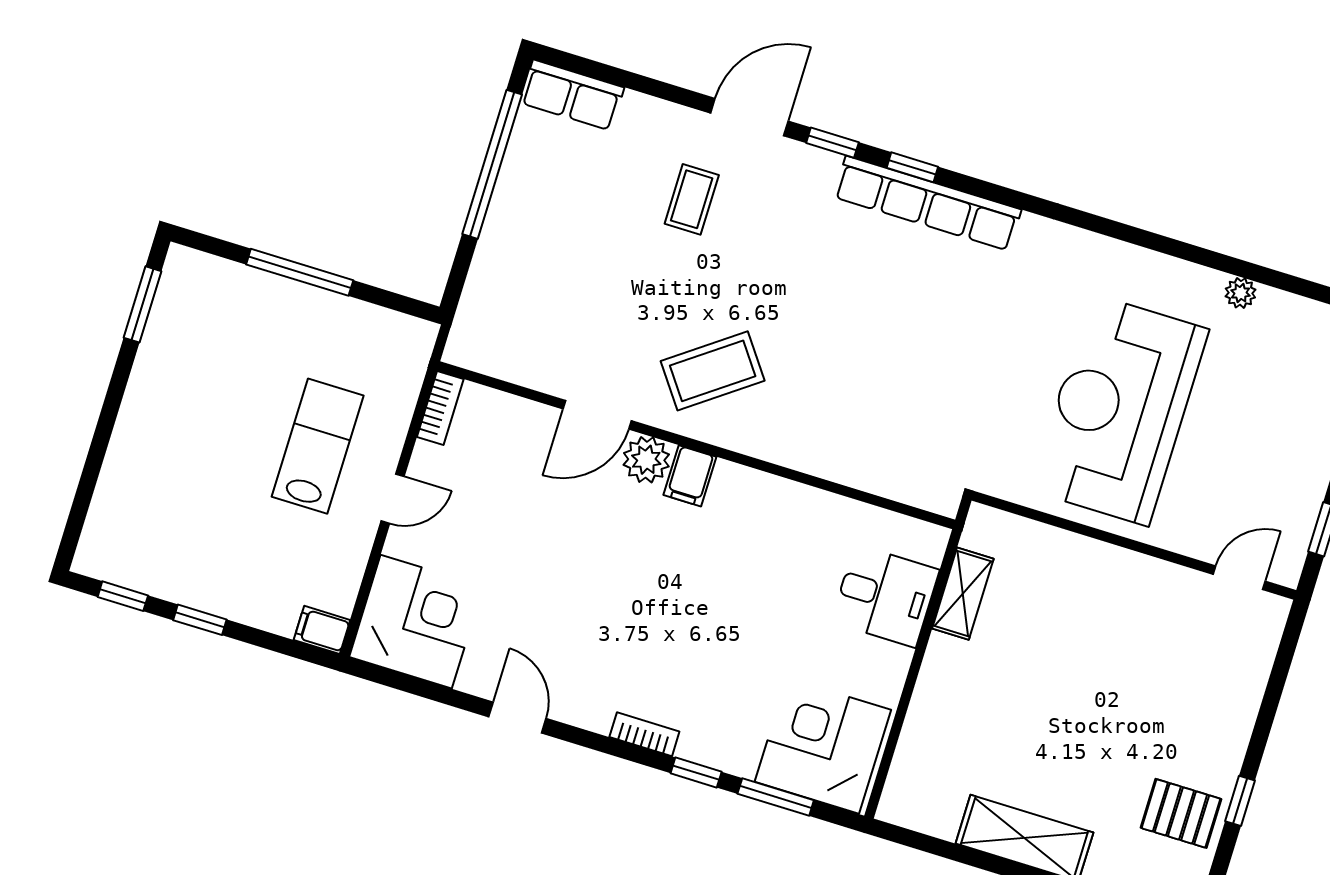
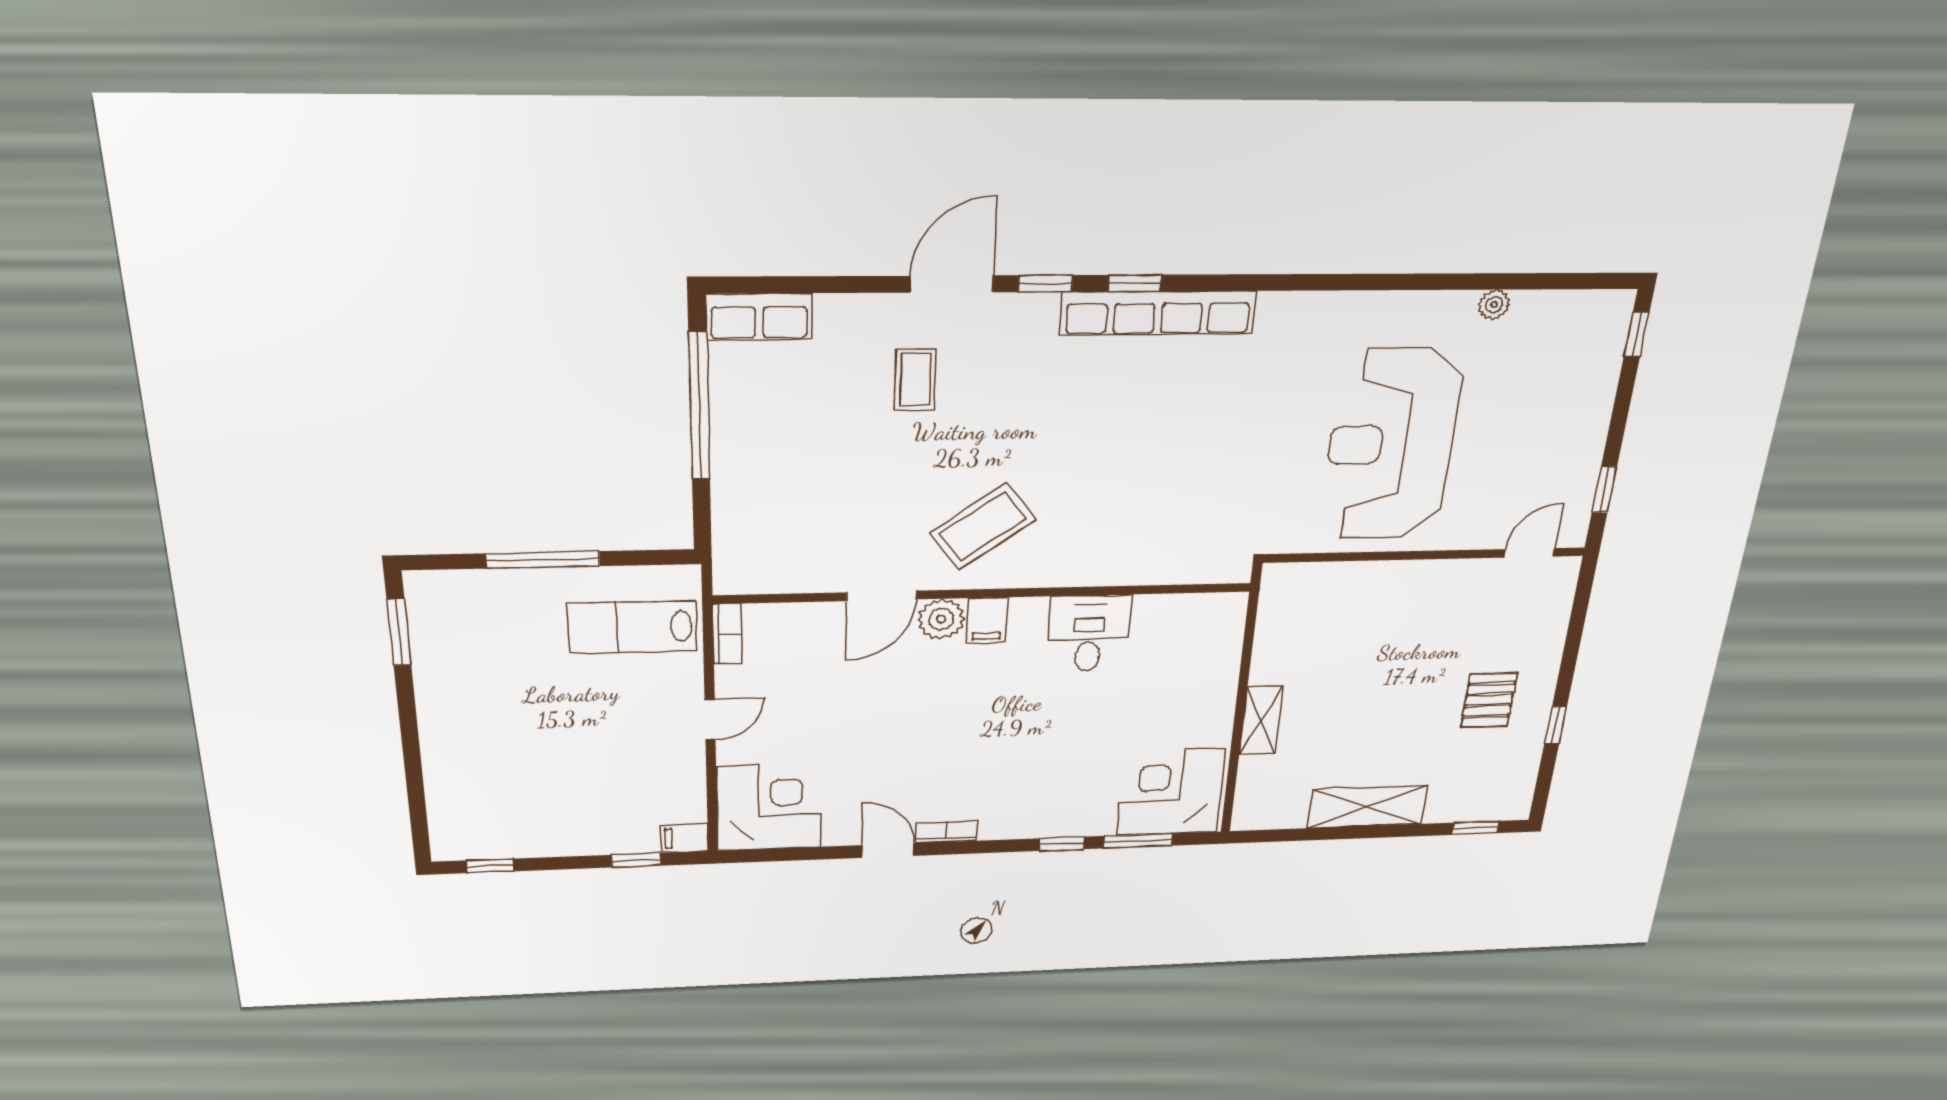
lab bench: (318, 446) -> (633, 627), moved, turned -90
shelving: (963, 594) -> (1261, 720), moved
desk: (885, 596) -> (1089, 633), moved, turned -90
window: (200, 620) -> (636, 860), moved
bookcase: (644, 734) -> (946, 832), moved
pallet: (1181, 813) -> (1489, 700), moved, turned 90

